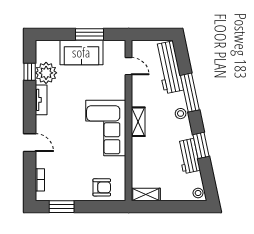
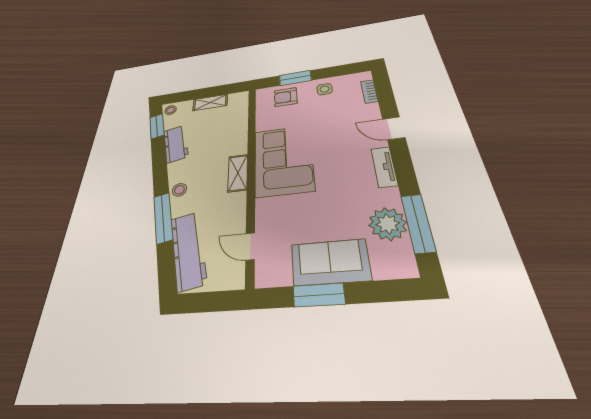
window: (30, 72) -> (418, 223), width x2.17
tv unit: (41, 100) -> (384, 167), moved
window: (201, 145) -> (157, 126), moved
side table: (72, 189) -> (325, 89), added
shelving: (146, 194) -> (210, 102), moved
window: (62, 207) -> (295, 78), moved

